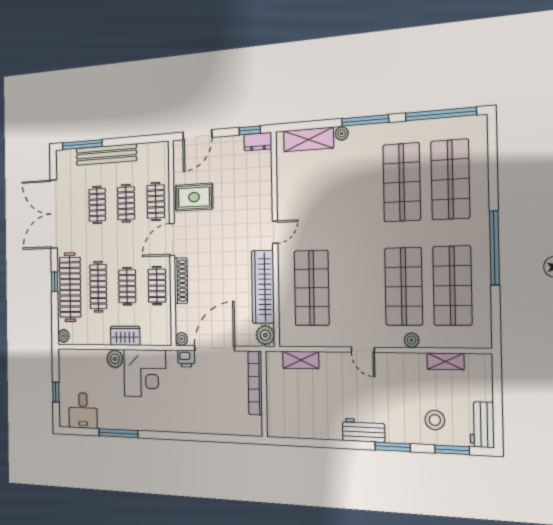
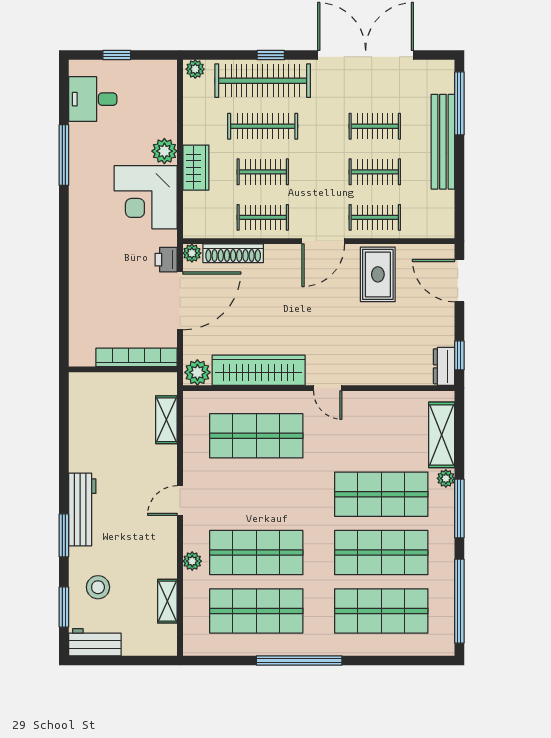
shop shelf: (355, 185) -> (381, 494), added
door: (172, 240) -> (323, 241), swing flipped
shoe rack: (181, 281) -> (233, 253), moved
door: (215, 348) -> (180, 301), hinge flipped
workbench: (363, 430) -> (82, 509), width x1.37

